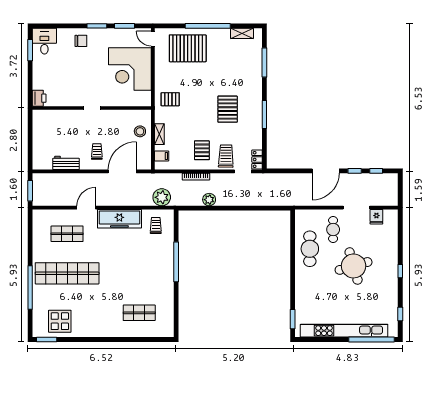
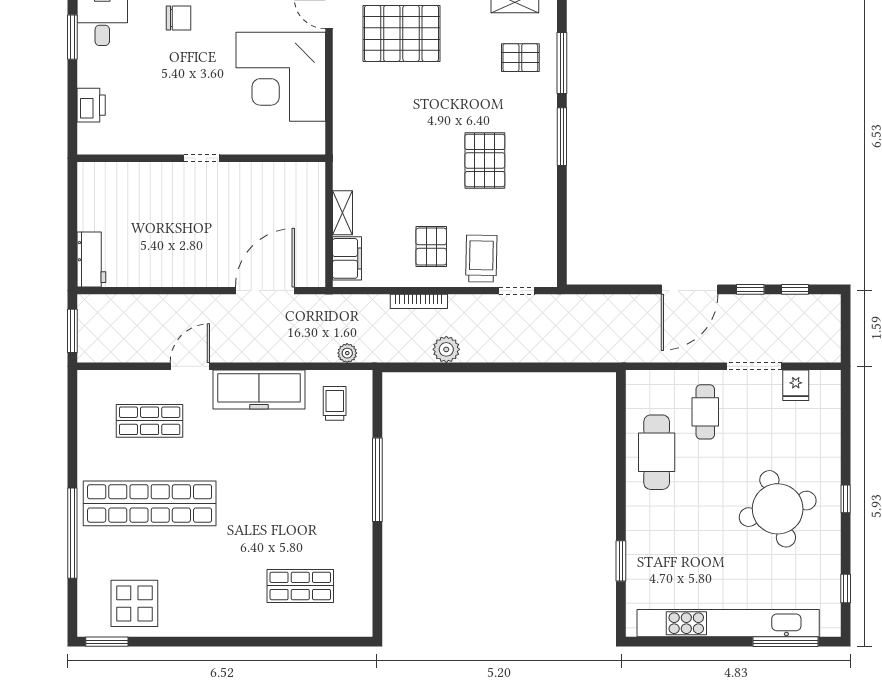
printer: (39, 98) -> (91, 105), moved
pallet: (170, 99) -> (520, 58), moved
window: (264, 114) -> (562, 137), moved
stool: (140, 131) -> (302, 207), removed
trolley: (97, 152) -> (212, 249), removed
filing cabinet: (162, 156) -> (347, 258), width x2.00
locker: (257, 159) -> (546, 266), removed
workbench: (66, 163) -> (91, 259), moved, turned 90
plant: (162, 197) -> (347, 353), width x0.53, depth x0.53
round table: (354, 266) -> (778, 509), moved
window: (293, 319) -> (621, 561), moved
window: (371, 340) -> (785, 642), width x0.68

